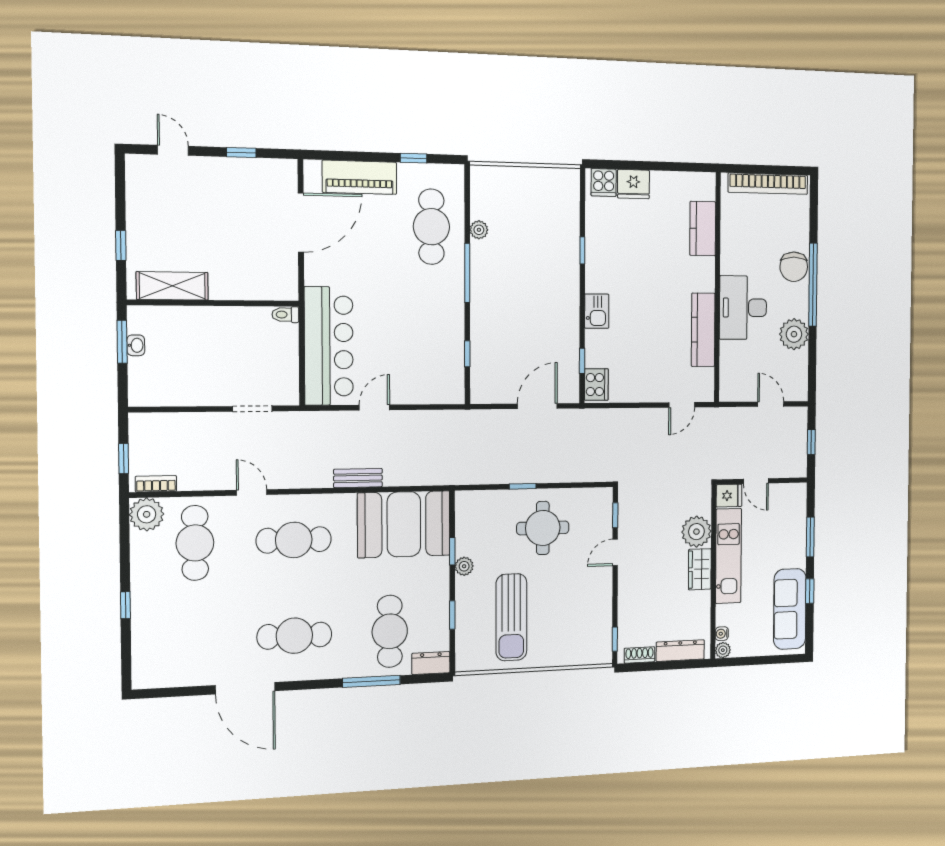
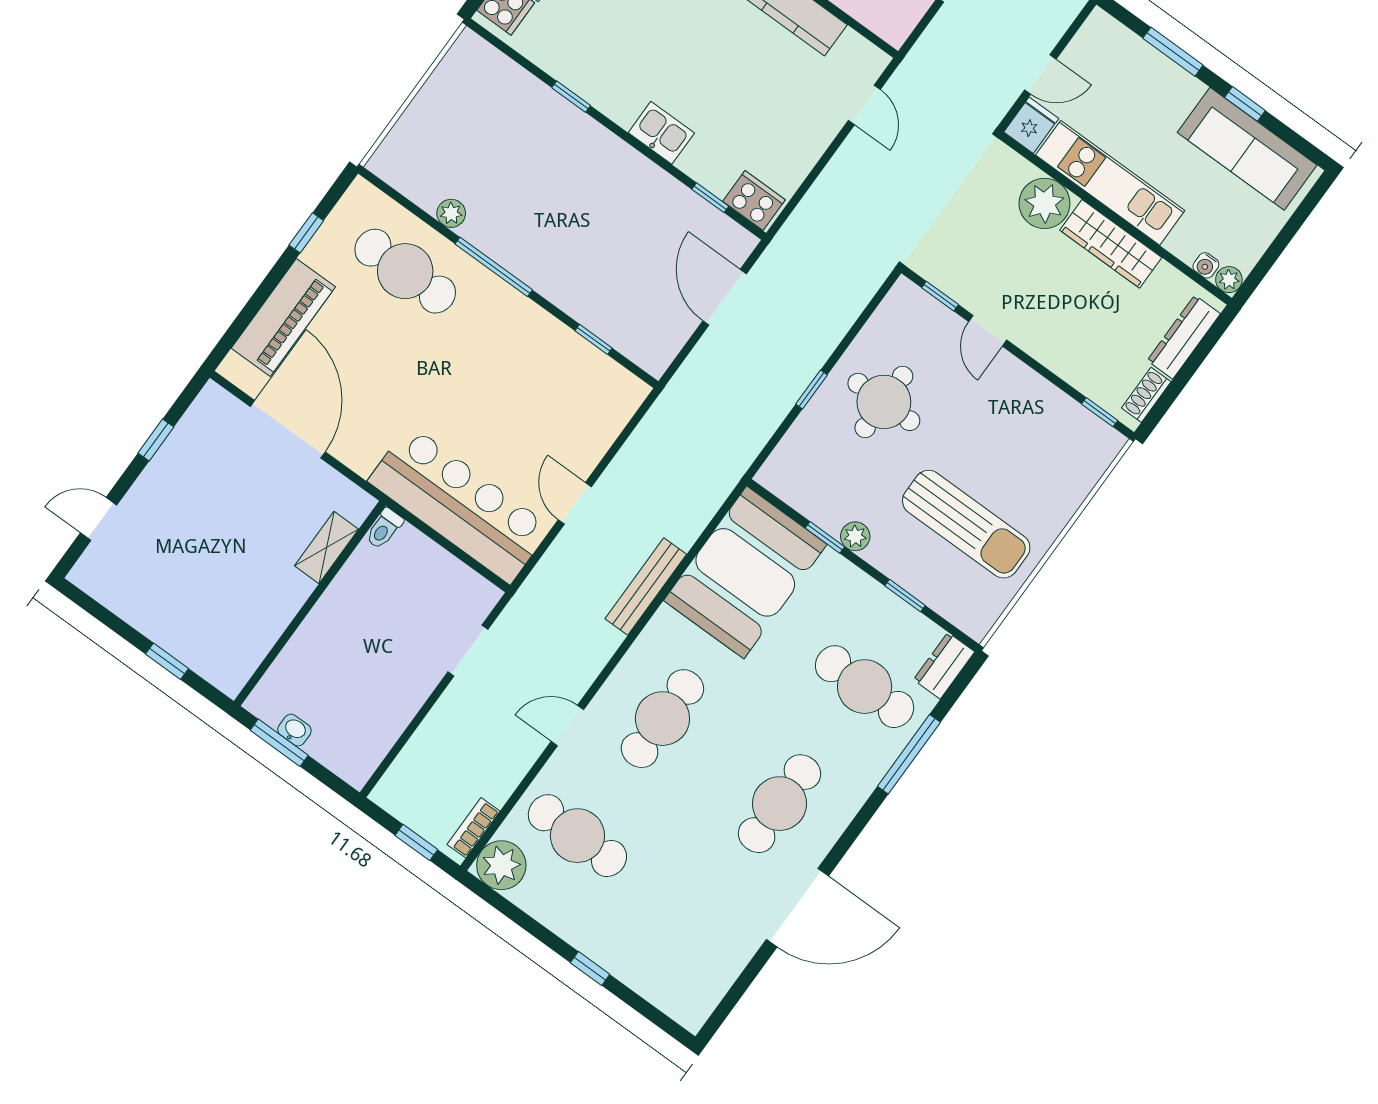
shelving: (172, 286) -> (326, 548), moved, width x0.67, depth x0.75
bench: (358, 478) -> (646, 586), width x1.36
wardrobe: (700, 569) -> (1111, 244), width x1.50

